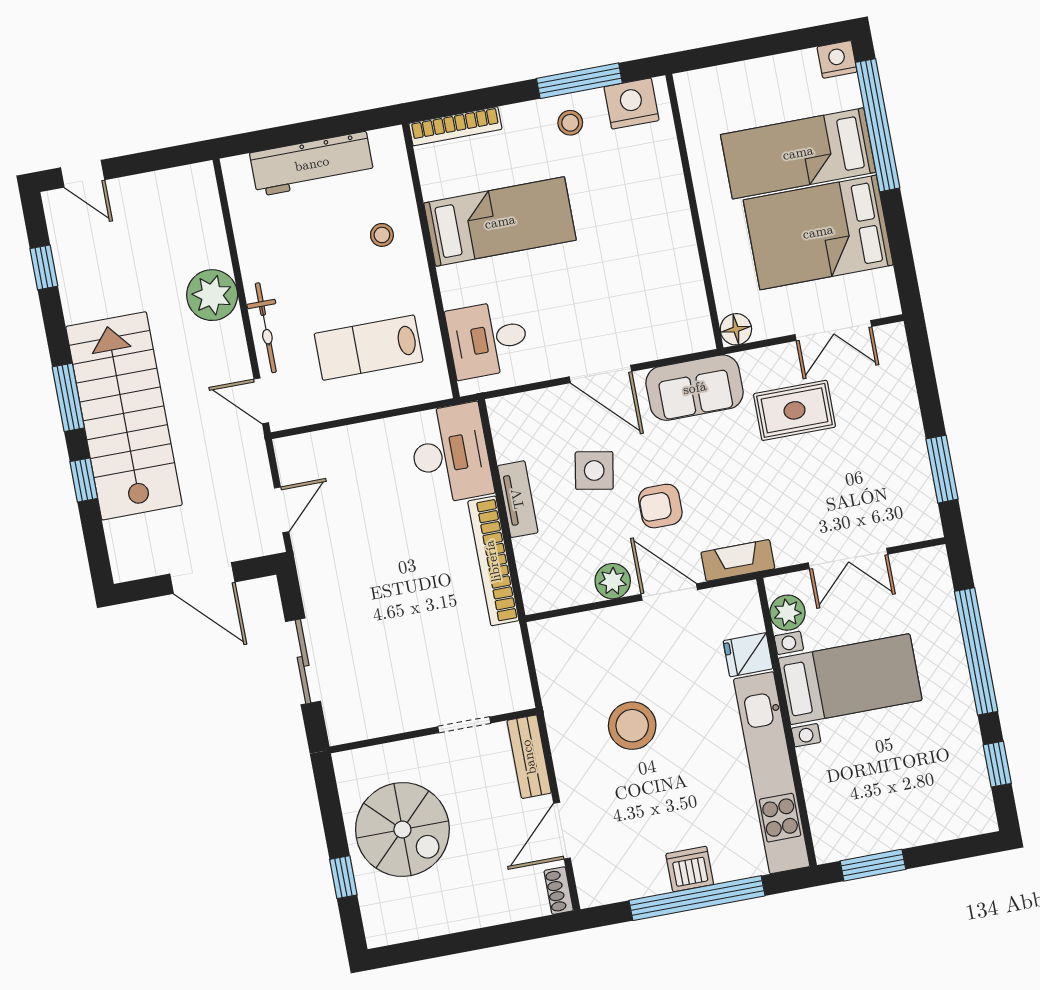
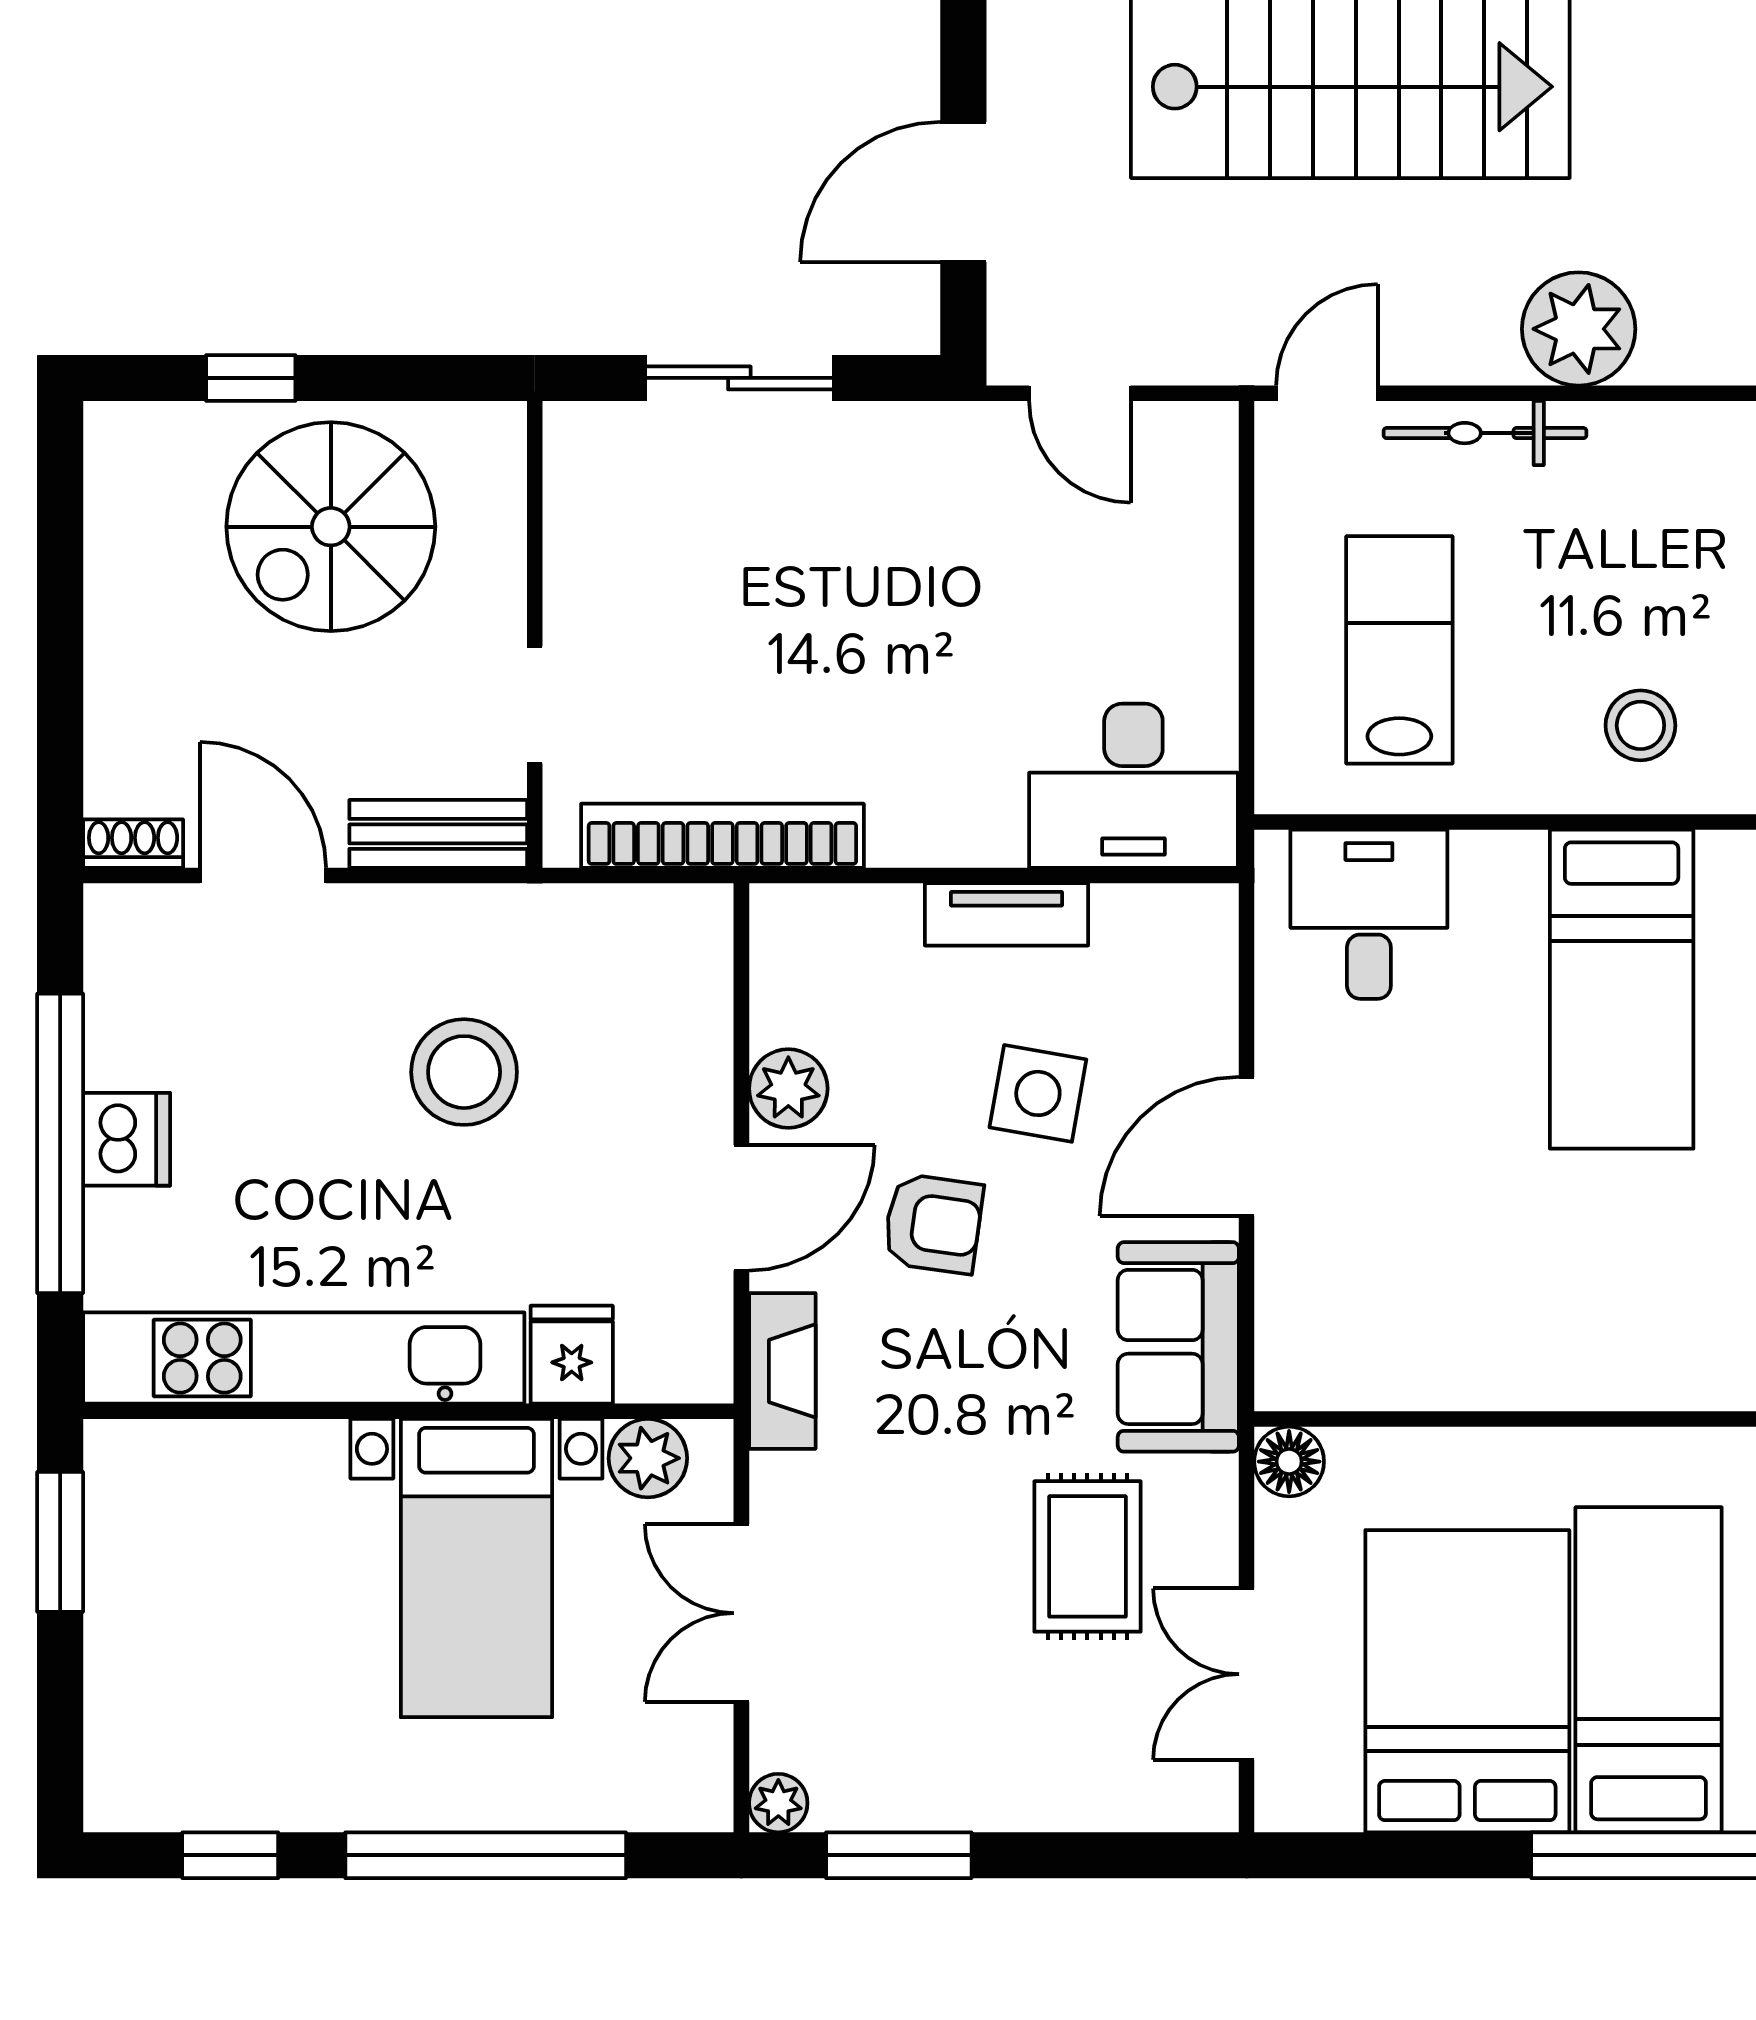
stool: (382, 235) -> (1640, 725), width x1.37, depth x1.37
armchair: (660, 506) -> (933, 1224), turned 98
plant: (929, 527) -> (778, 1803), added
bookcase: (493, 561) -> (722, 836), moved

